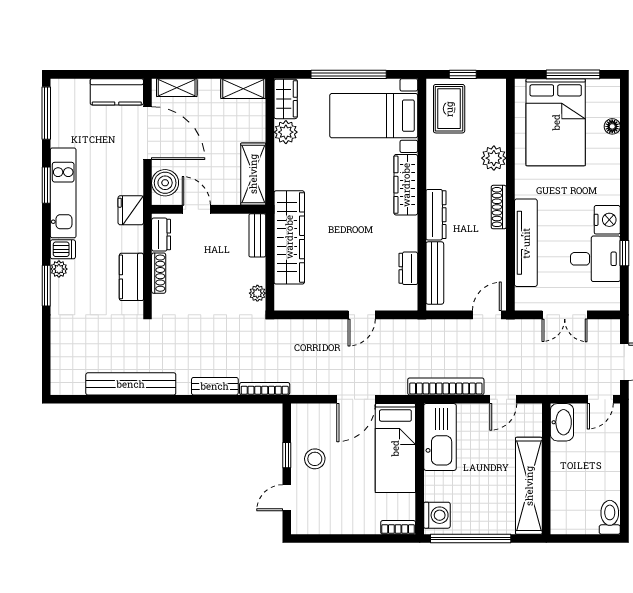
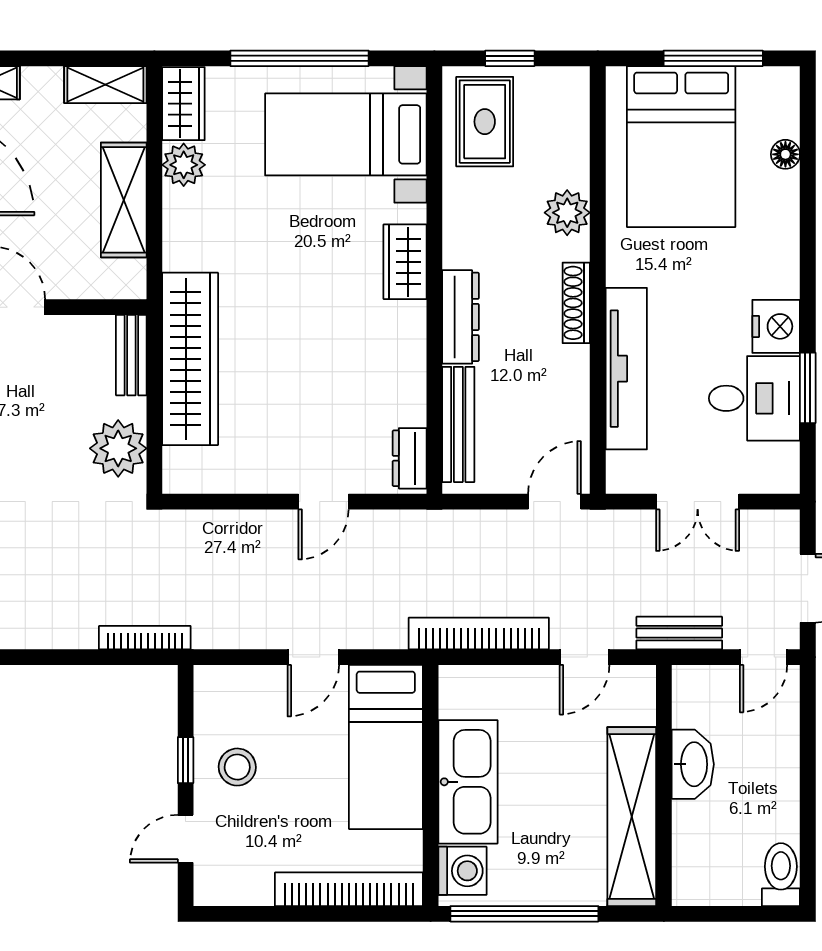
shelving: (253, 174) -> (124, 200), moved
wardrobe: (406, 185) -> (405, 262), width x0.67
window: (624, 253) -> (808, 388), width x1.50
dresser: (408, 268) -> (410, 458), moved
plant: (257, 293) -> (118, 448), width x1.88, depth x1.88
bench: (215, 386) -> (679, 633), moved
door: (356, 399) -> (313, 657), width x0.73
washbasin: (562, 422) -> (693, 764), moved
kitchen sink: (440, 437) -> (468, 782), moved
bookcase: (398, 527) -> (349, 889), width x2.31, depth x1.31

